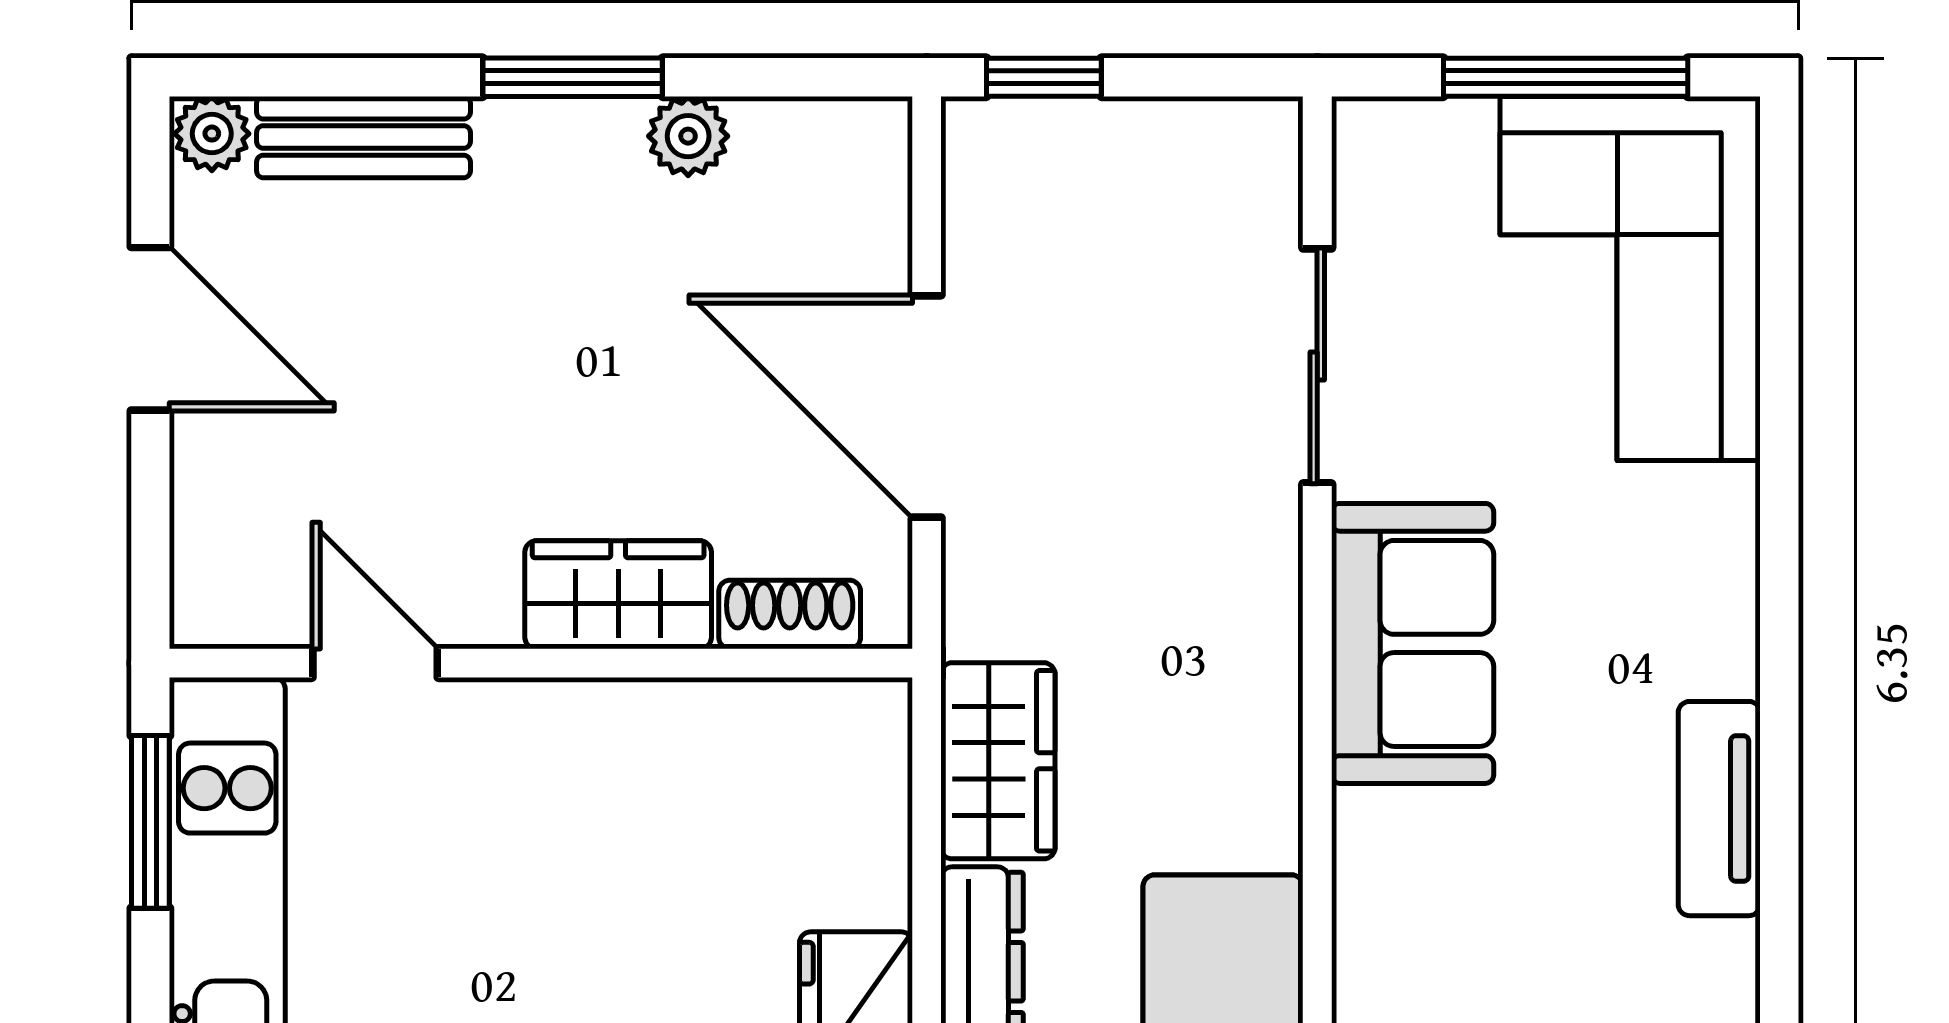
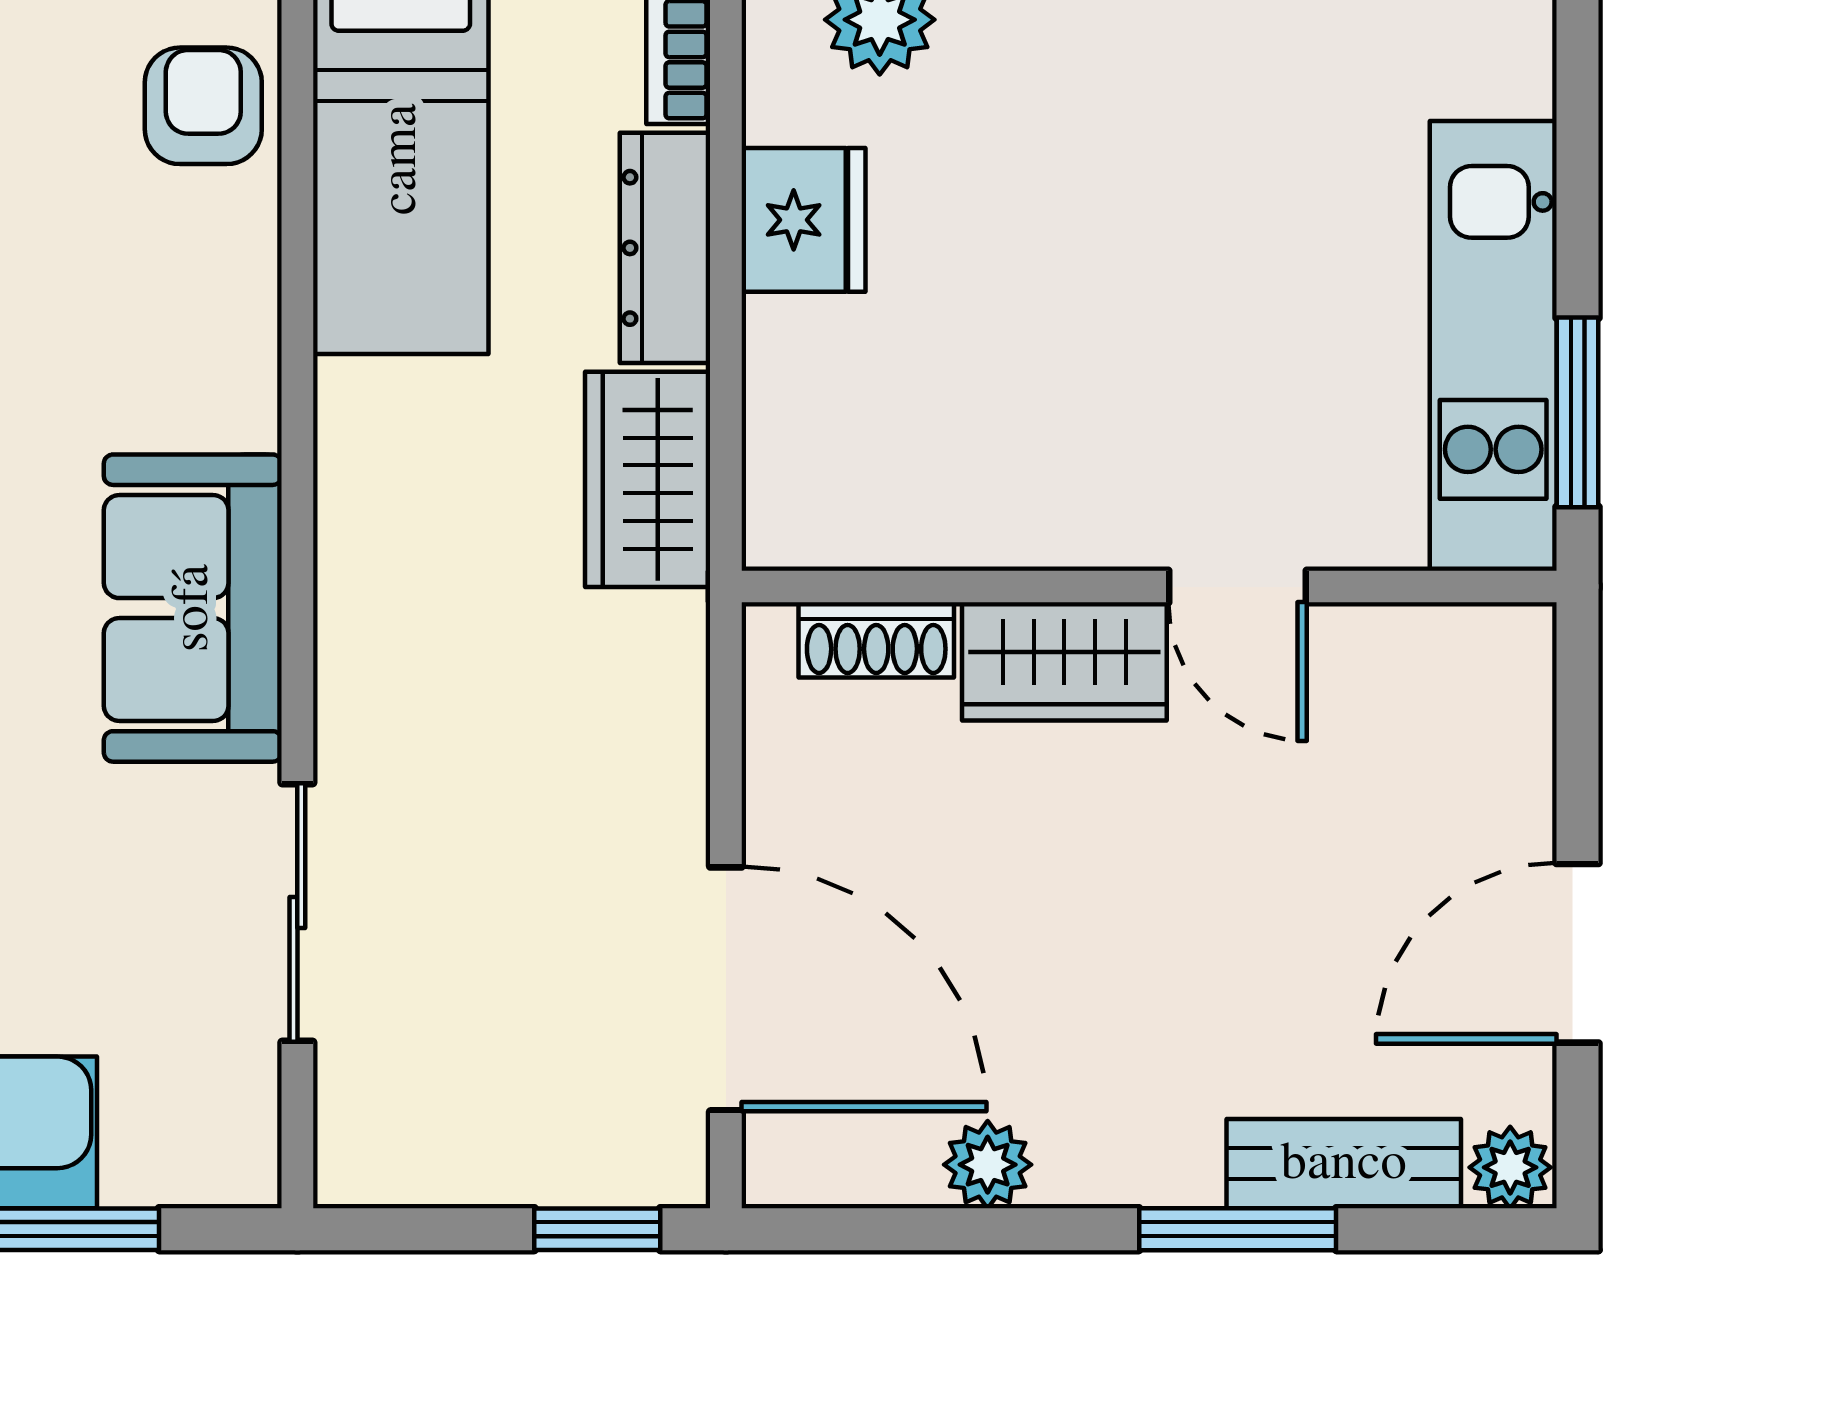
window: (573, 77) -> (1238, 1229), moved
door: (150, 329) -> (1577, 953), hinge flipped
door: (927, 406) -> (726, 989), moved
door: (375, 663) -> (1238, 587), moved

